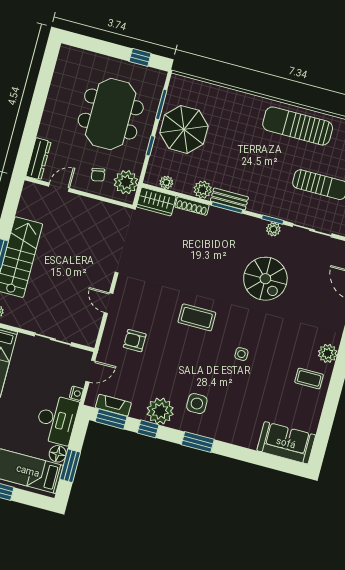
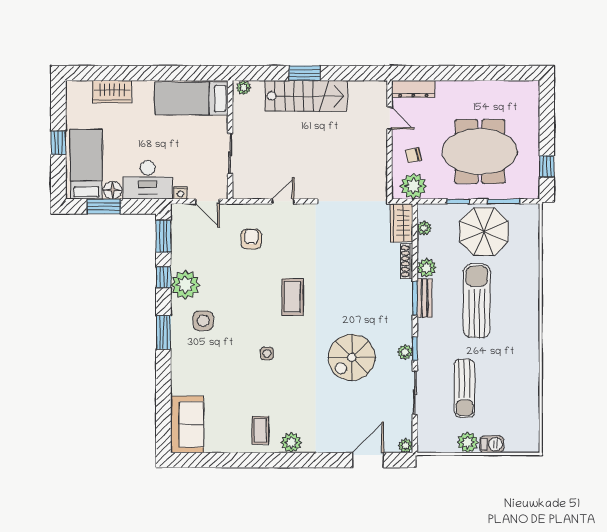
sun lounger: (298, 126) -> (477, 301), moved
fireplace: (113, 405) -> (178, 235), removed

